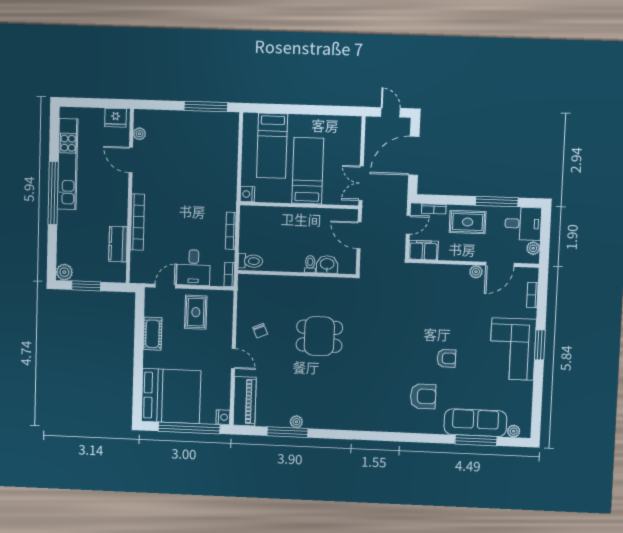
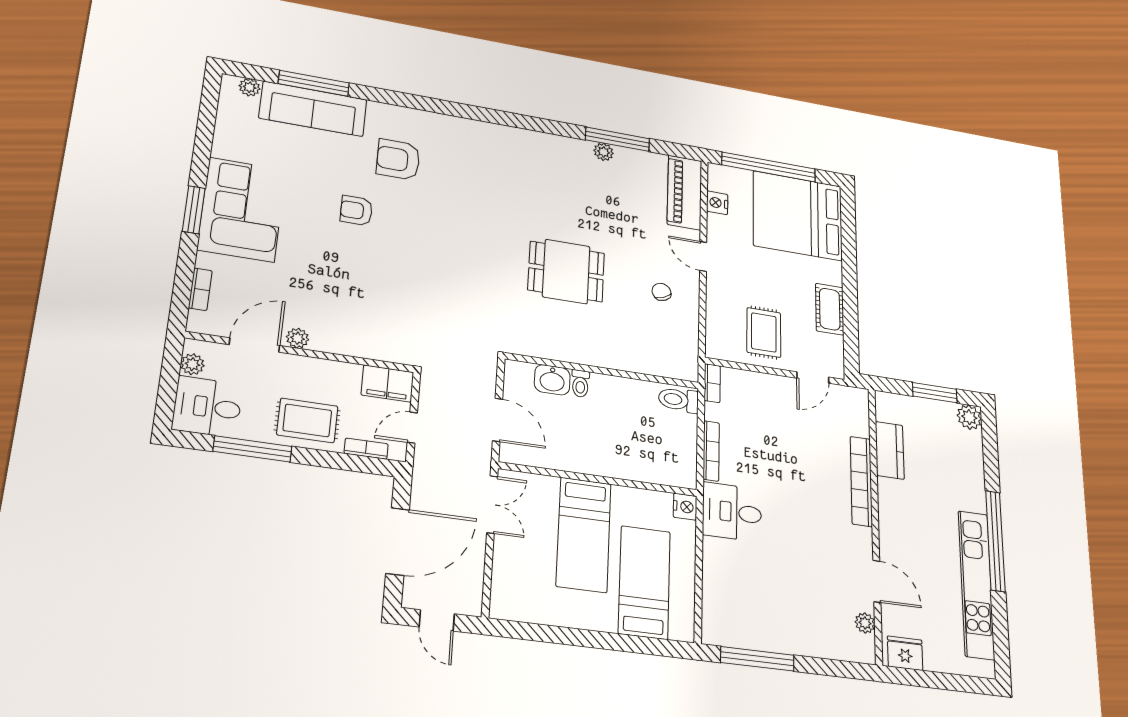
desk: (193, 268) -> (732, 512), moved, turned -90
nightstand: (223, 417) -> (717, 203), moved

